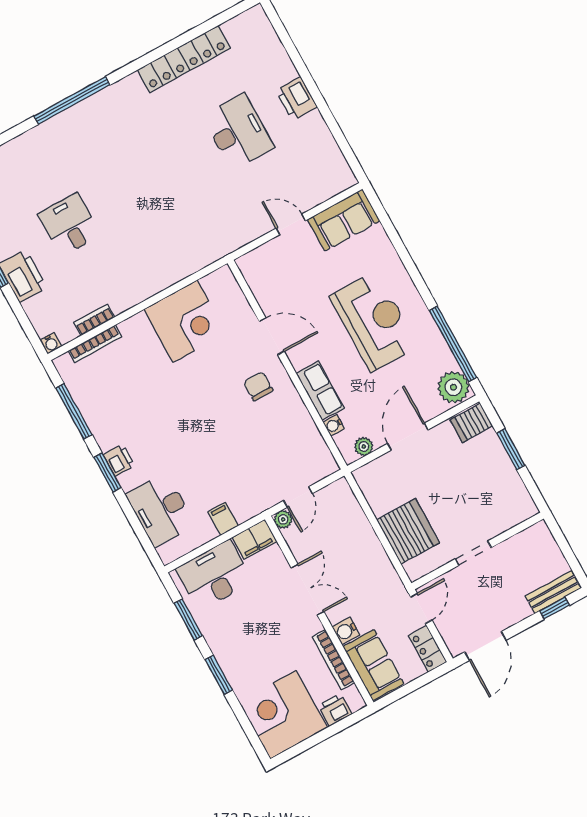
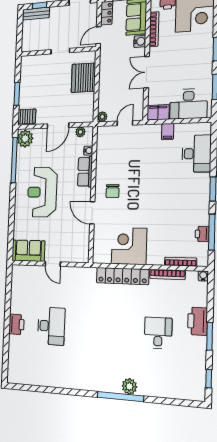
locker: (184, 59) -> (122, 276), moved, turned 180
plant: (67, 123) -> (129, 386), added
desk: (238, 132) -> (51, 326), turned 180
desk: (69, 225) -> (158, 333), turned 180
bookcase: (94, 320) -> (167, 274), width x1.56
printer: (119, 460) -> (202, 234), moved
plant: (283, 519) -> (102, 117), moved

